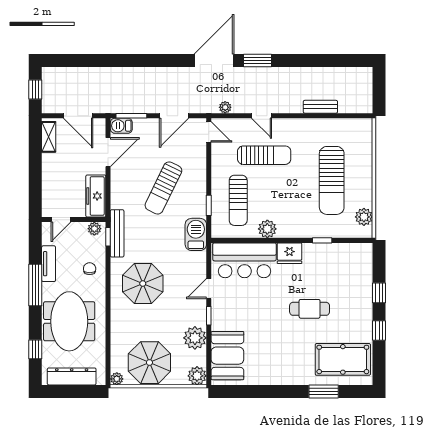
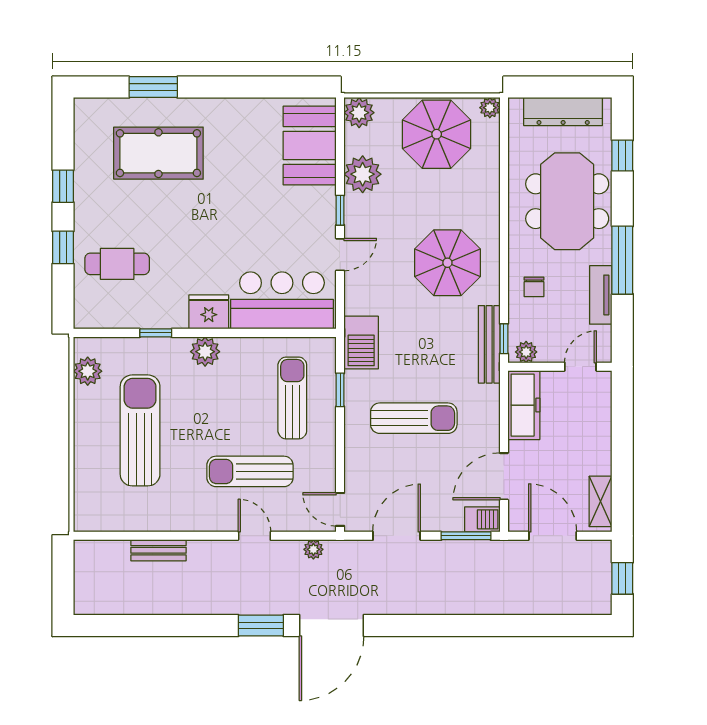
sun lounger: (163, 188) -> (414, 418), turned 64
plant: (267, 229) -> (205, 352), moved
cafe table: (310, 309) -> (117, 264), moved
pool table: (343, 359) -> (158, 153), moved

